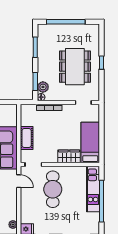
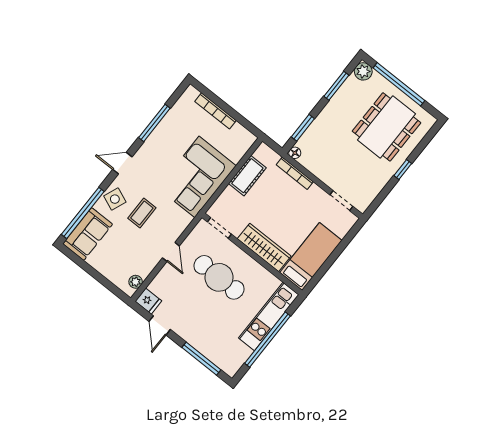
dining table: (75, 67) -> (387, 127), moved
plant: (43, 87) -> (363, 71), moved
cot: (27, 138) -> (247, 176), moved
wardrobe: (69, 156) -> (264, 247), width x1.50
door: (19, 181) -> (171, 252), moved
cafe table: (53, 189) -> (219, 277), turned 90

